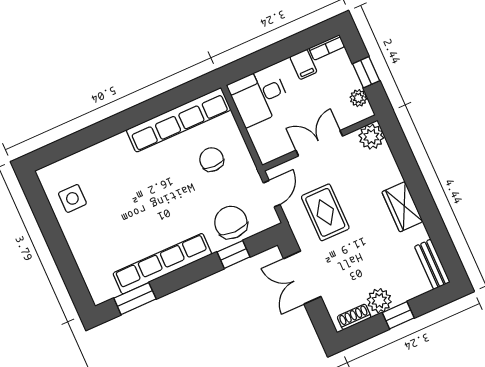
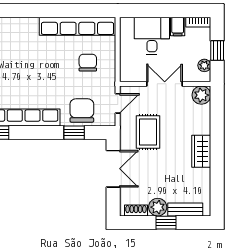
desk: (259, 96) -> (152, 36), moved, turned 90
bench: (432, 264) -> (185, 209), moved, turned 90
double door: (302, 278) -> (113, 169), swing flipped

